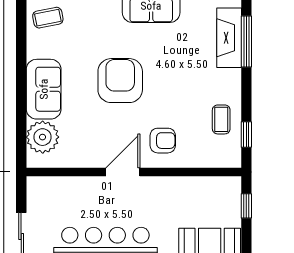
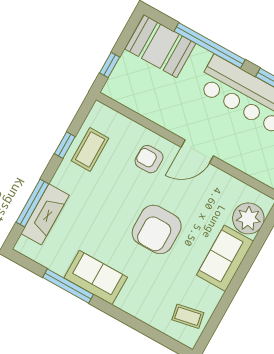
coffee table: (221, 119) -> (90, 149), width x1.36, depth x1.30
window: (246, 135) -> (65, 145), moved

